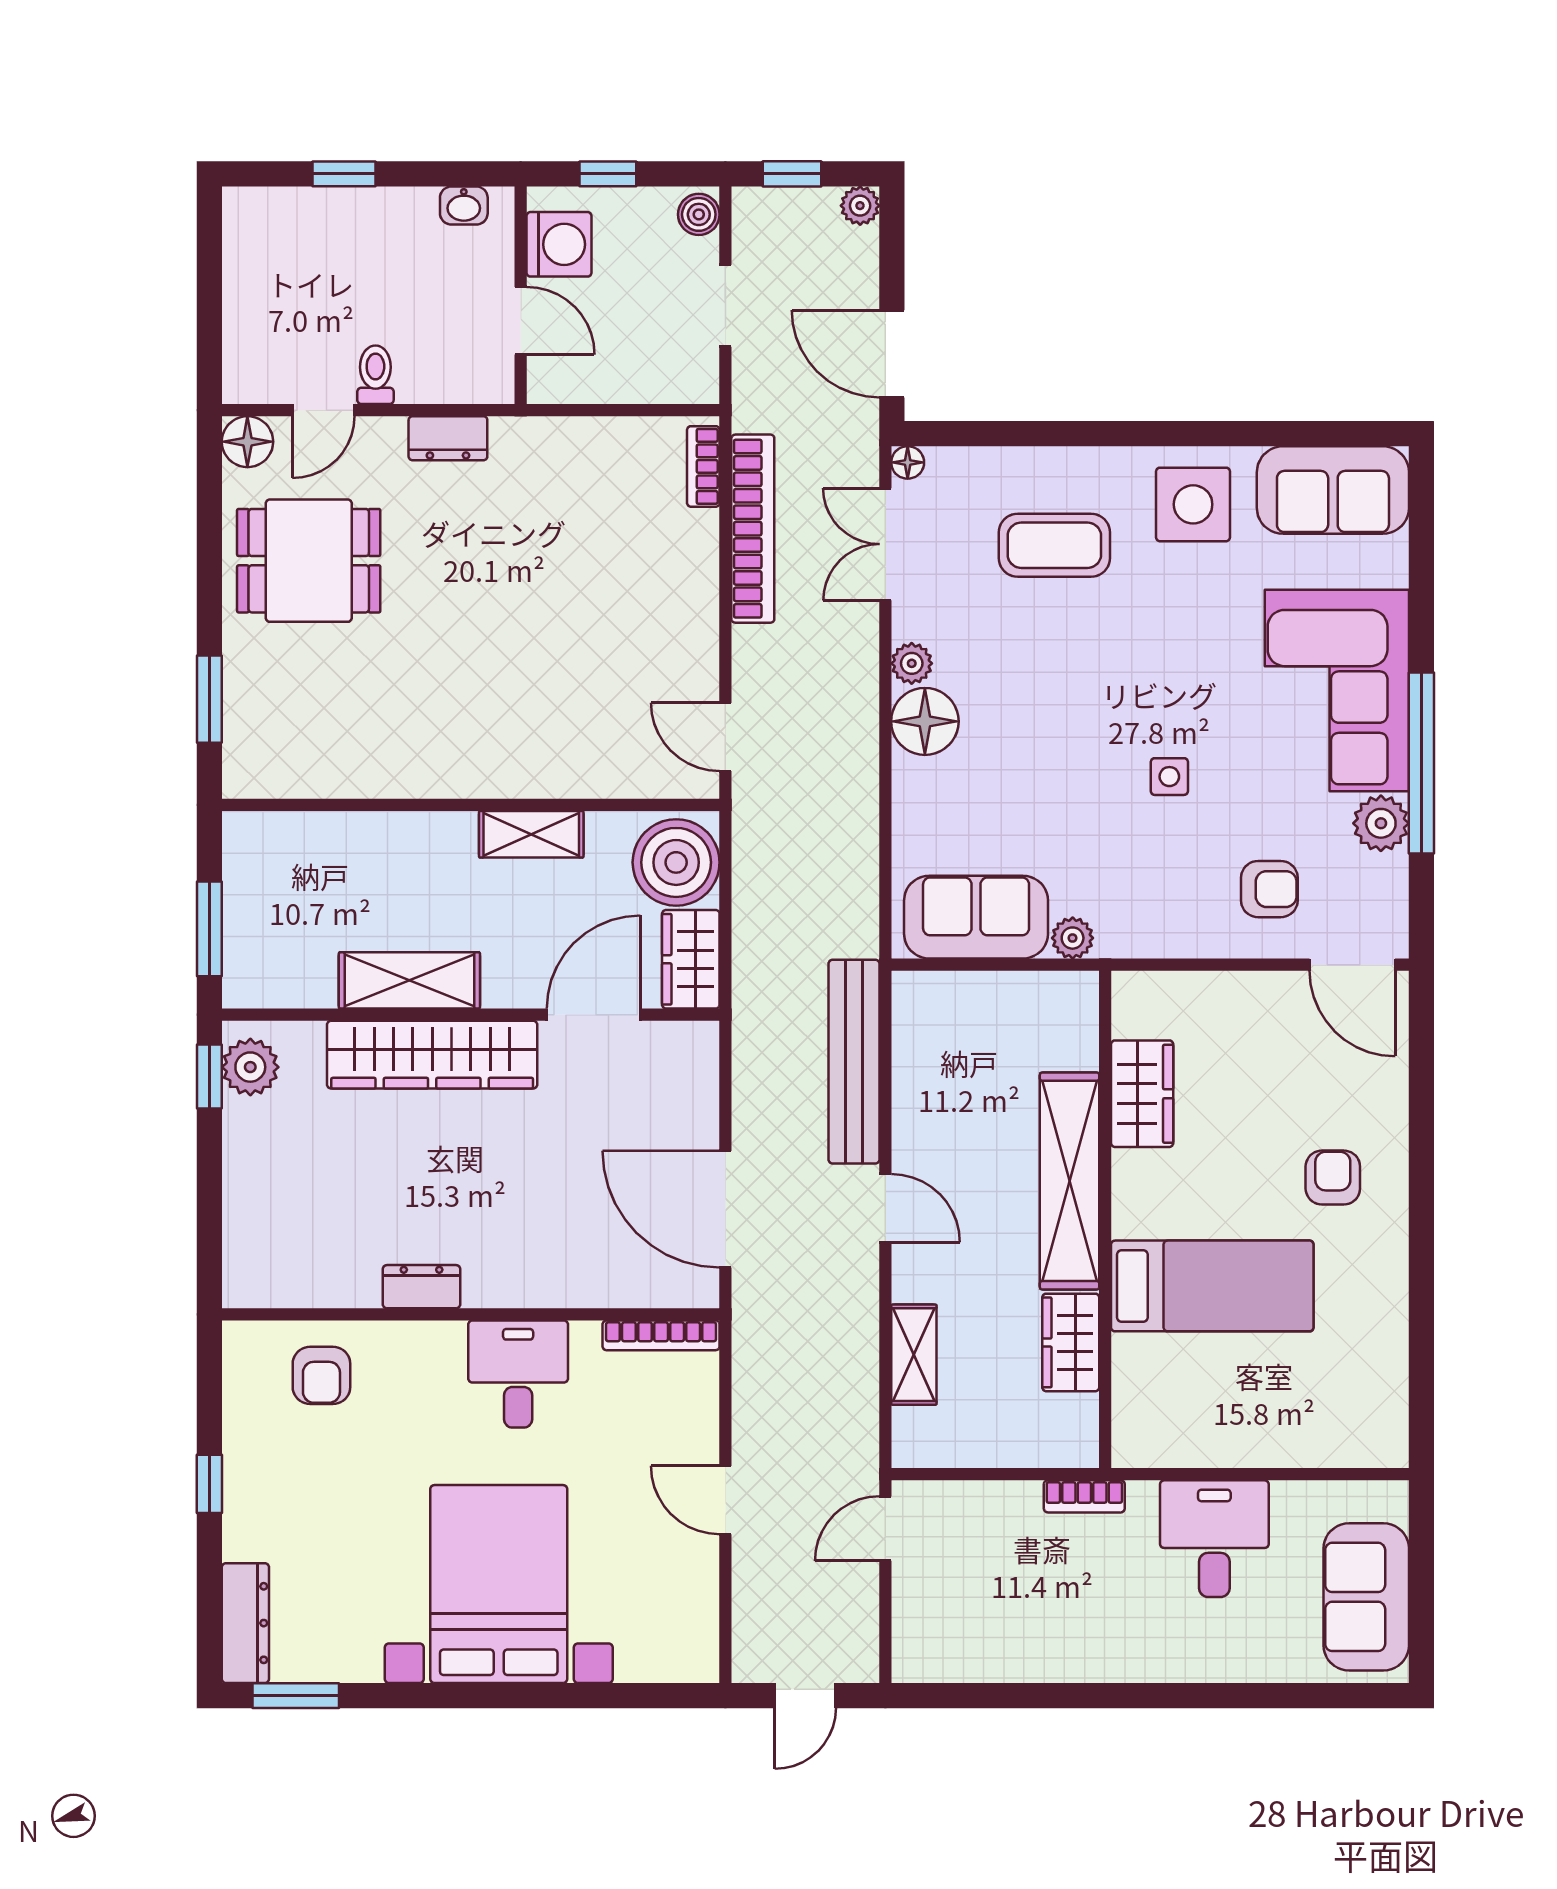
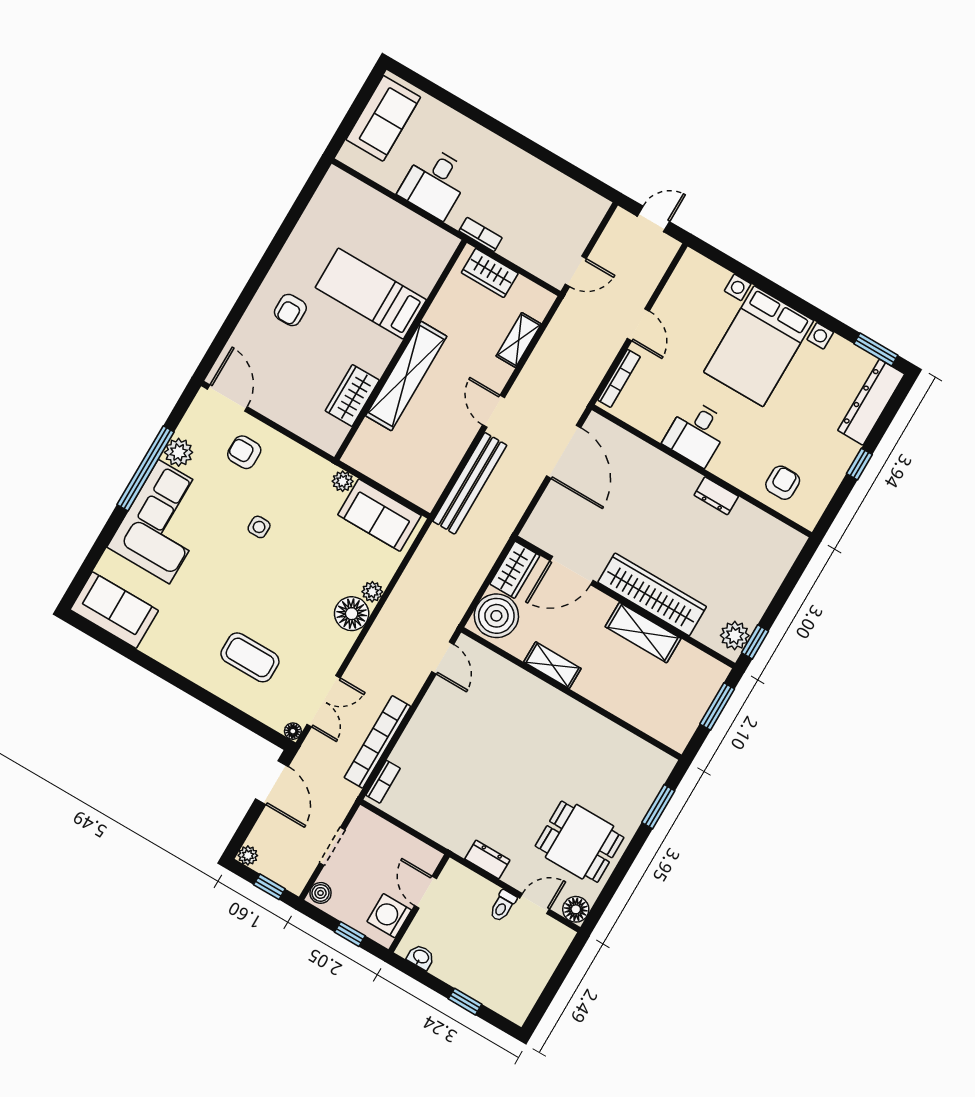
side table: (1193, 504) -> (179, 640), removed
plant: (912, 663) -> (372, 592), moved
bookcase: (661, 1335) -> (619, 378), moved, turned 90
wardrobe: (1071, 1342) -> (490, 273), moved, turned 90
dresser: (245, 1623) -> (871, 402), width x1.37, depth x1.24

